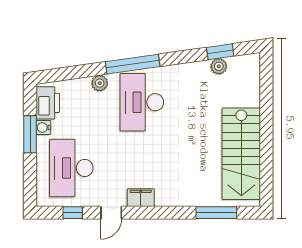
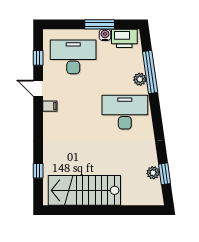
window: (133, 64) -> (150, 72), moved
filing cabinet: (141, 198) -> (50, 106), width x0.50
window: (216, 213) -> (38, 171), width x0.46

